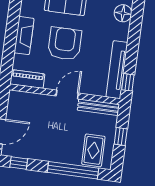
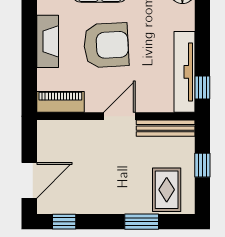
armchair: (65, 44) -> (106, 45), turned 87
window: (73, 170) -> (142, 222), width x0.47

